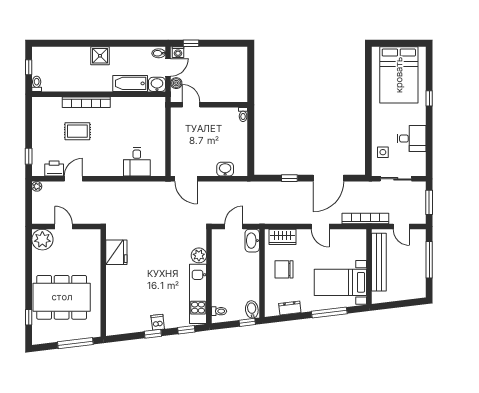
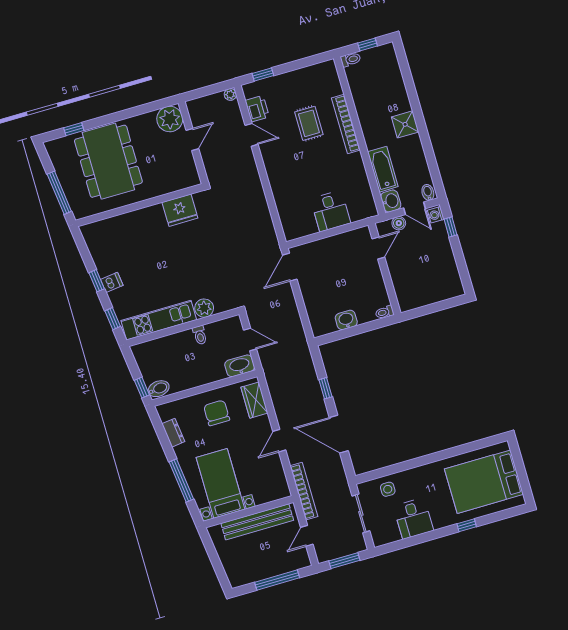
desk: (137, 162) -> (331, 211), moved, turned -90
washbasin: (225, 169) -> (346, 320), moved, turned -90
toilet: (219, 311) -> (200, 335), moved

